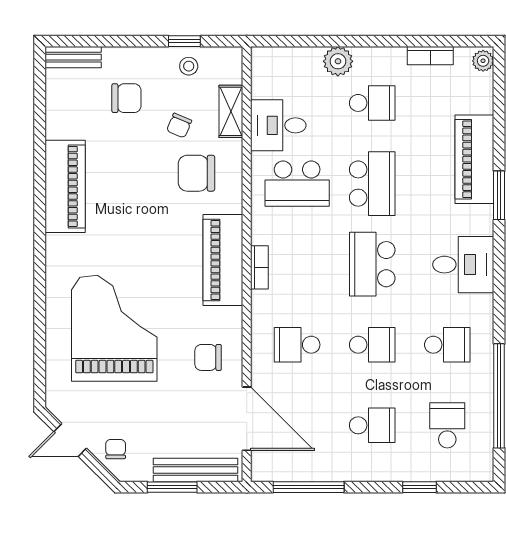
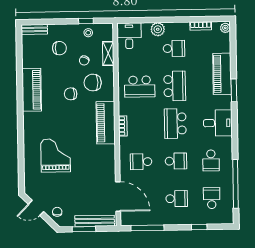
desk: (278, 125) -> (129, 36), moved, turned 90
grand piano: (114, 328) -> (56, 155), width x0.73, depth x0.68
school desk: (447, 345) -> (211, 160), turned 90
chair: (208, 357) -> (71, 94), moved

